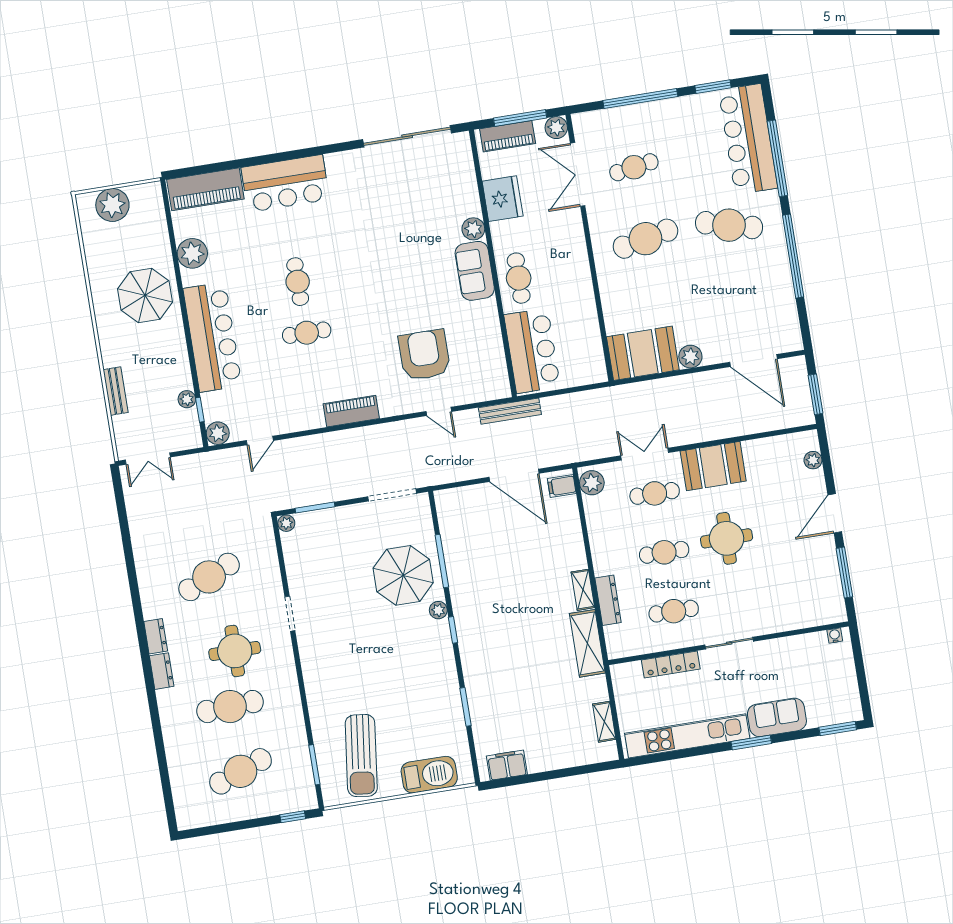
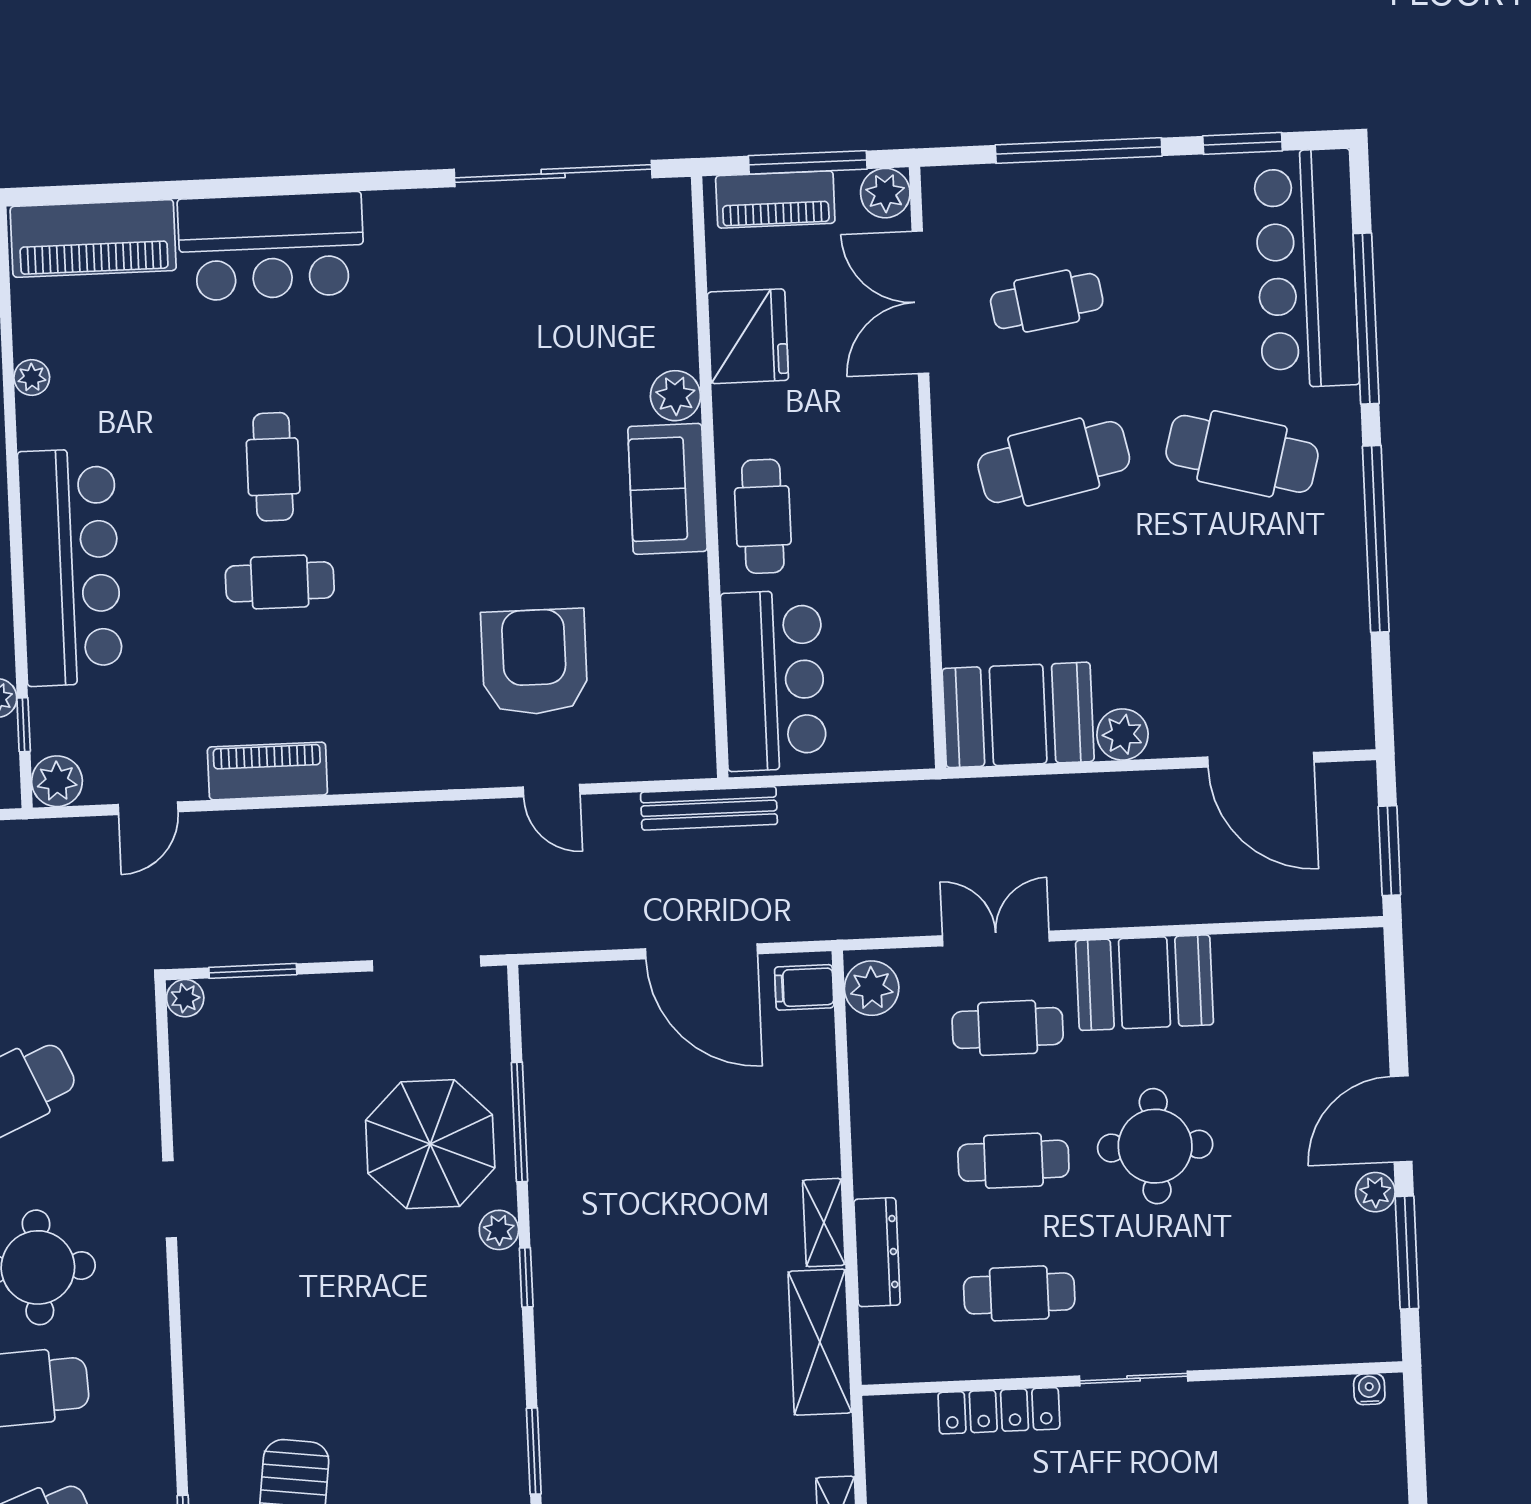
plant: (192, 253) -> (32, 377), width x0.53, depth x0.53
piano: (351, 411) -> (267, 771), moved
plant: (813, 460) -> (1375, 1192), moved

